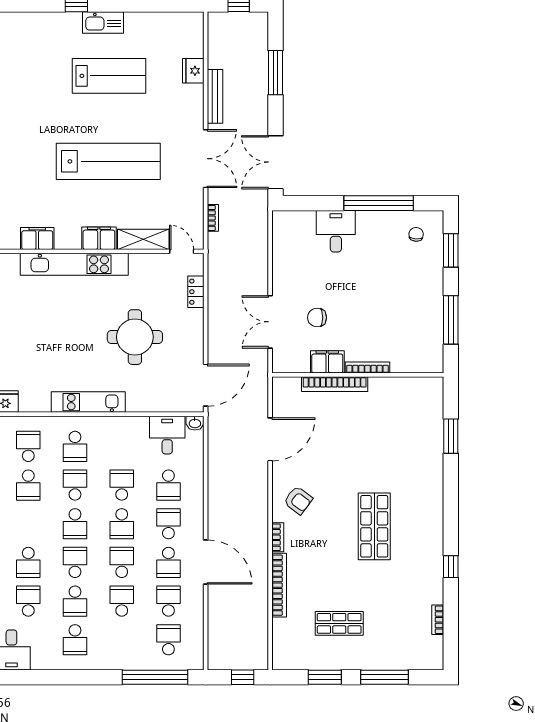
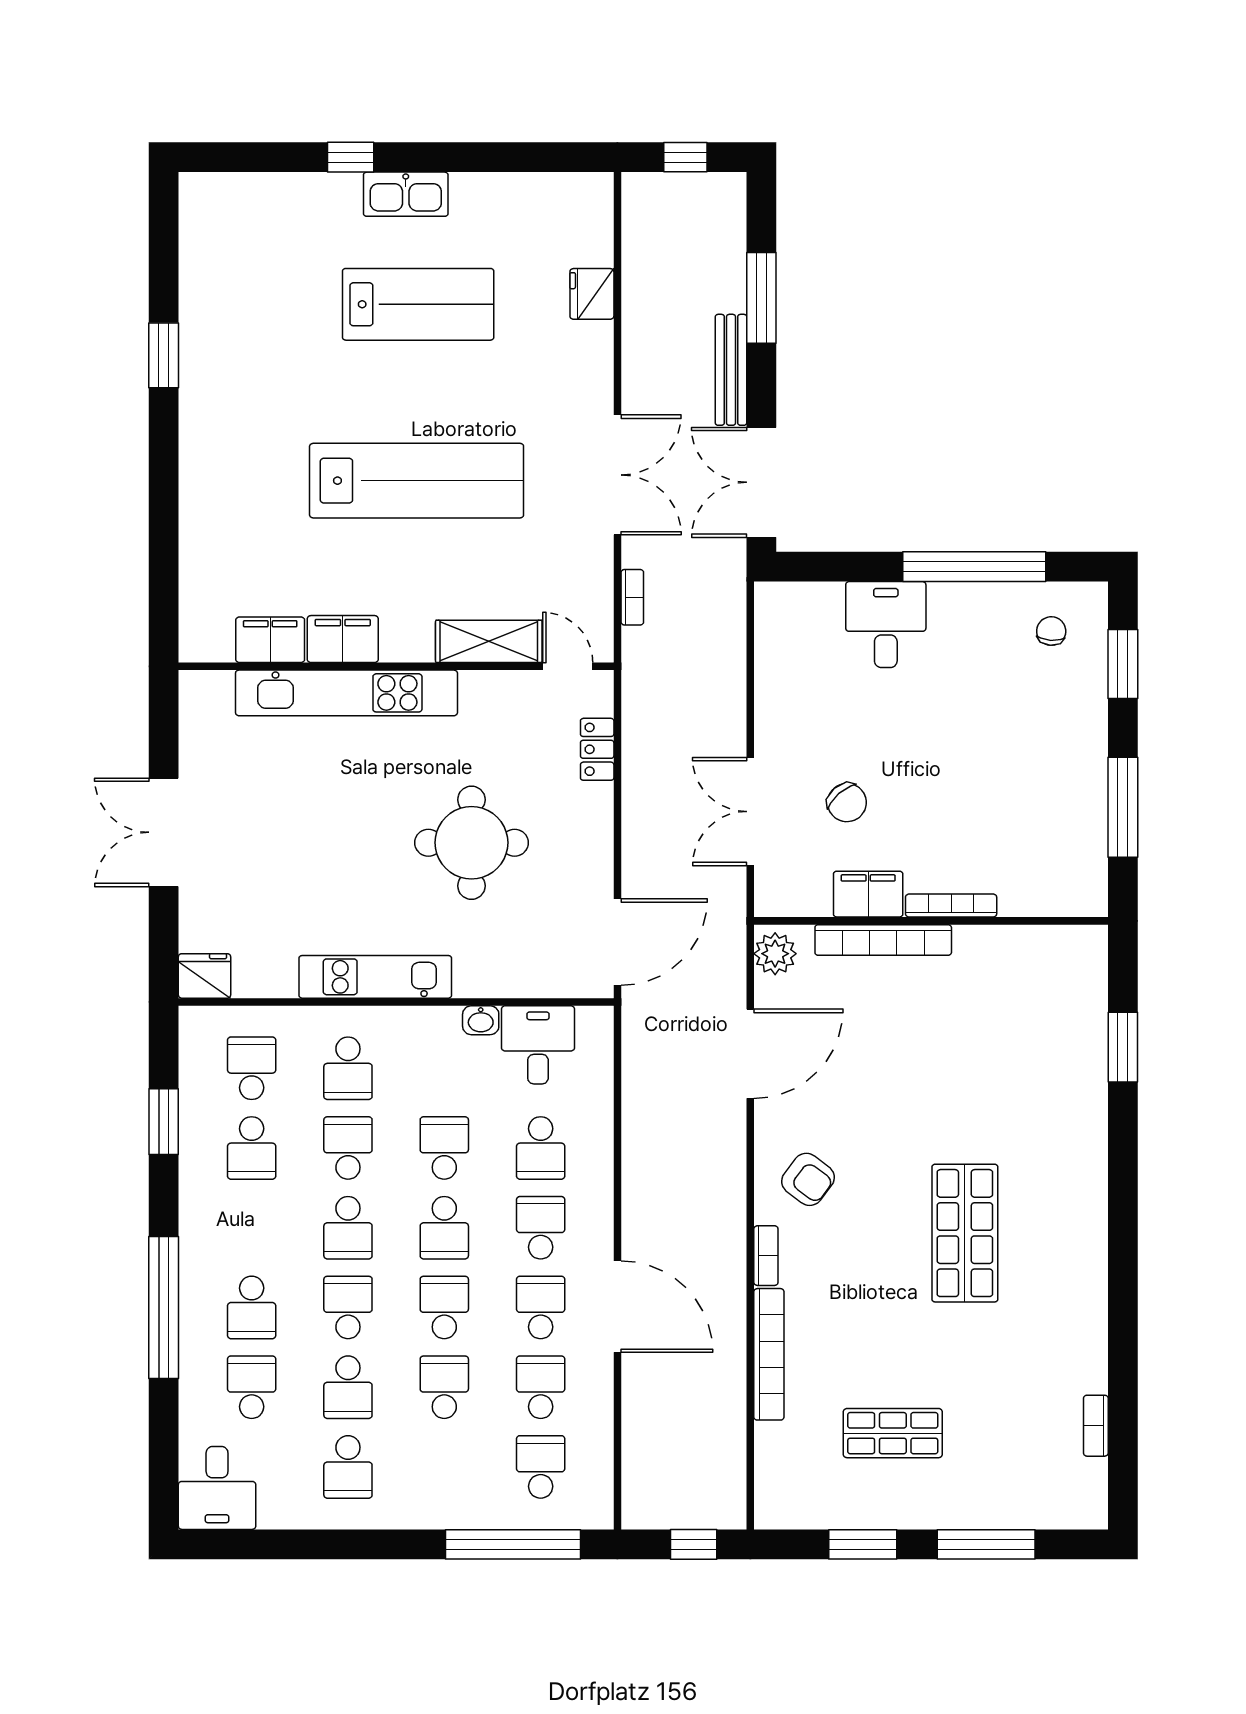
bench: (215, 96) -> (731, 370), moved
filing cabinet: (99, 238) -> (343, 639), moved
chair: (317, 318) -> (847, 803), turned -131
plant: (282, 391) -> (775, 954), added
washbasin: (195, 423) -> (481, 1020), moved
school desk: (168, 562) -> (541, 1307), turned 180
window: (451, 567) -> (1123, 1316), removed

